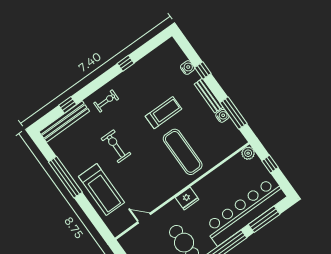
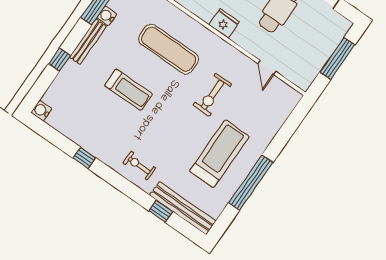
water cooler: (187, 68) -> (41, 111), moved
treadmill: (164, 113) -> (129, 90), turned 180
exercise bike: (116, 146) -> (212, 95), moved
exercise mat: (183, 152) -> (169, 49), turned 90
treadmill: (101, 190) -> (219, 154), moved

